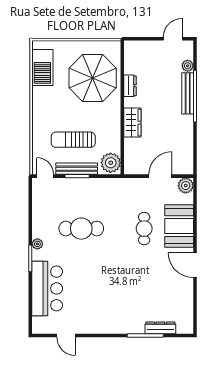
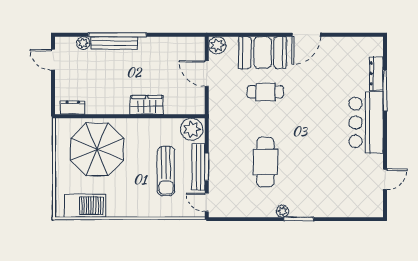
dresser: (130, 86) -> (73, 107), moved
door: (45, 176) -> (207, 202), hinge flipped
bar counter: (47, 288) -> (366, 123), moved, turned -90

